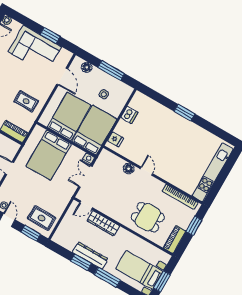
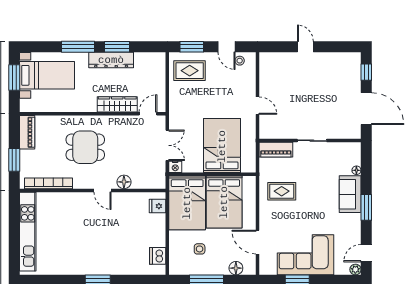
dishwasher: (129, 115) -> (158, 256), moved
dining table: (148, 217) -> (85, 147), moved

